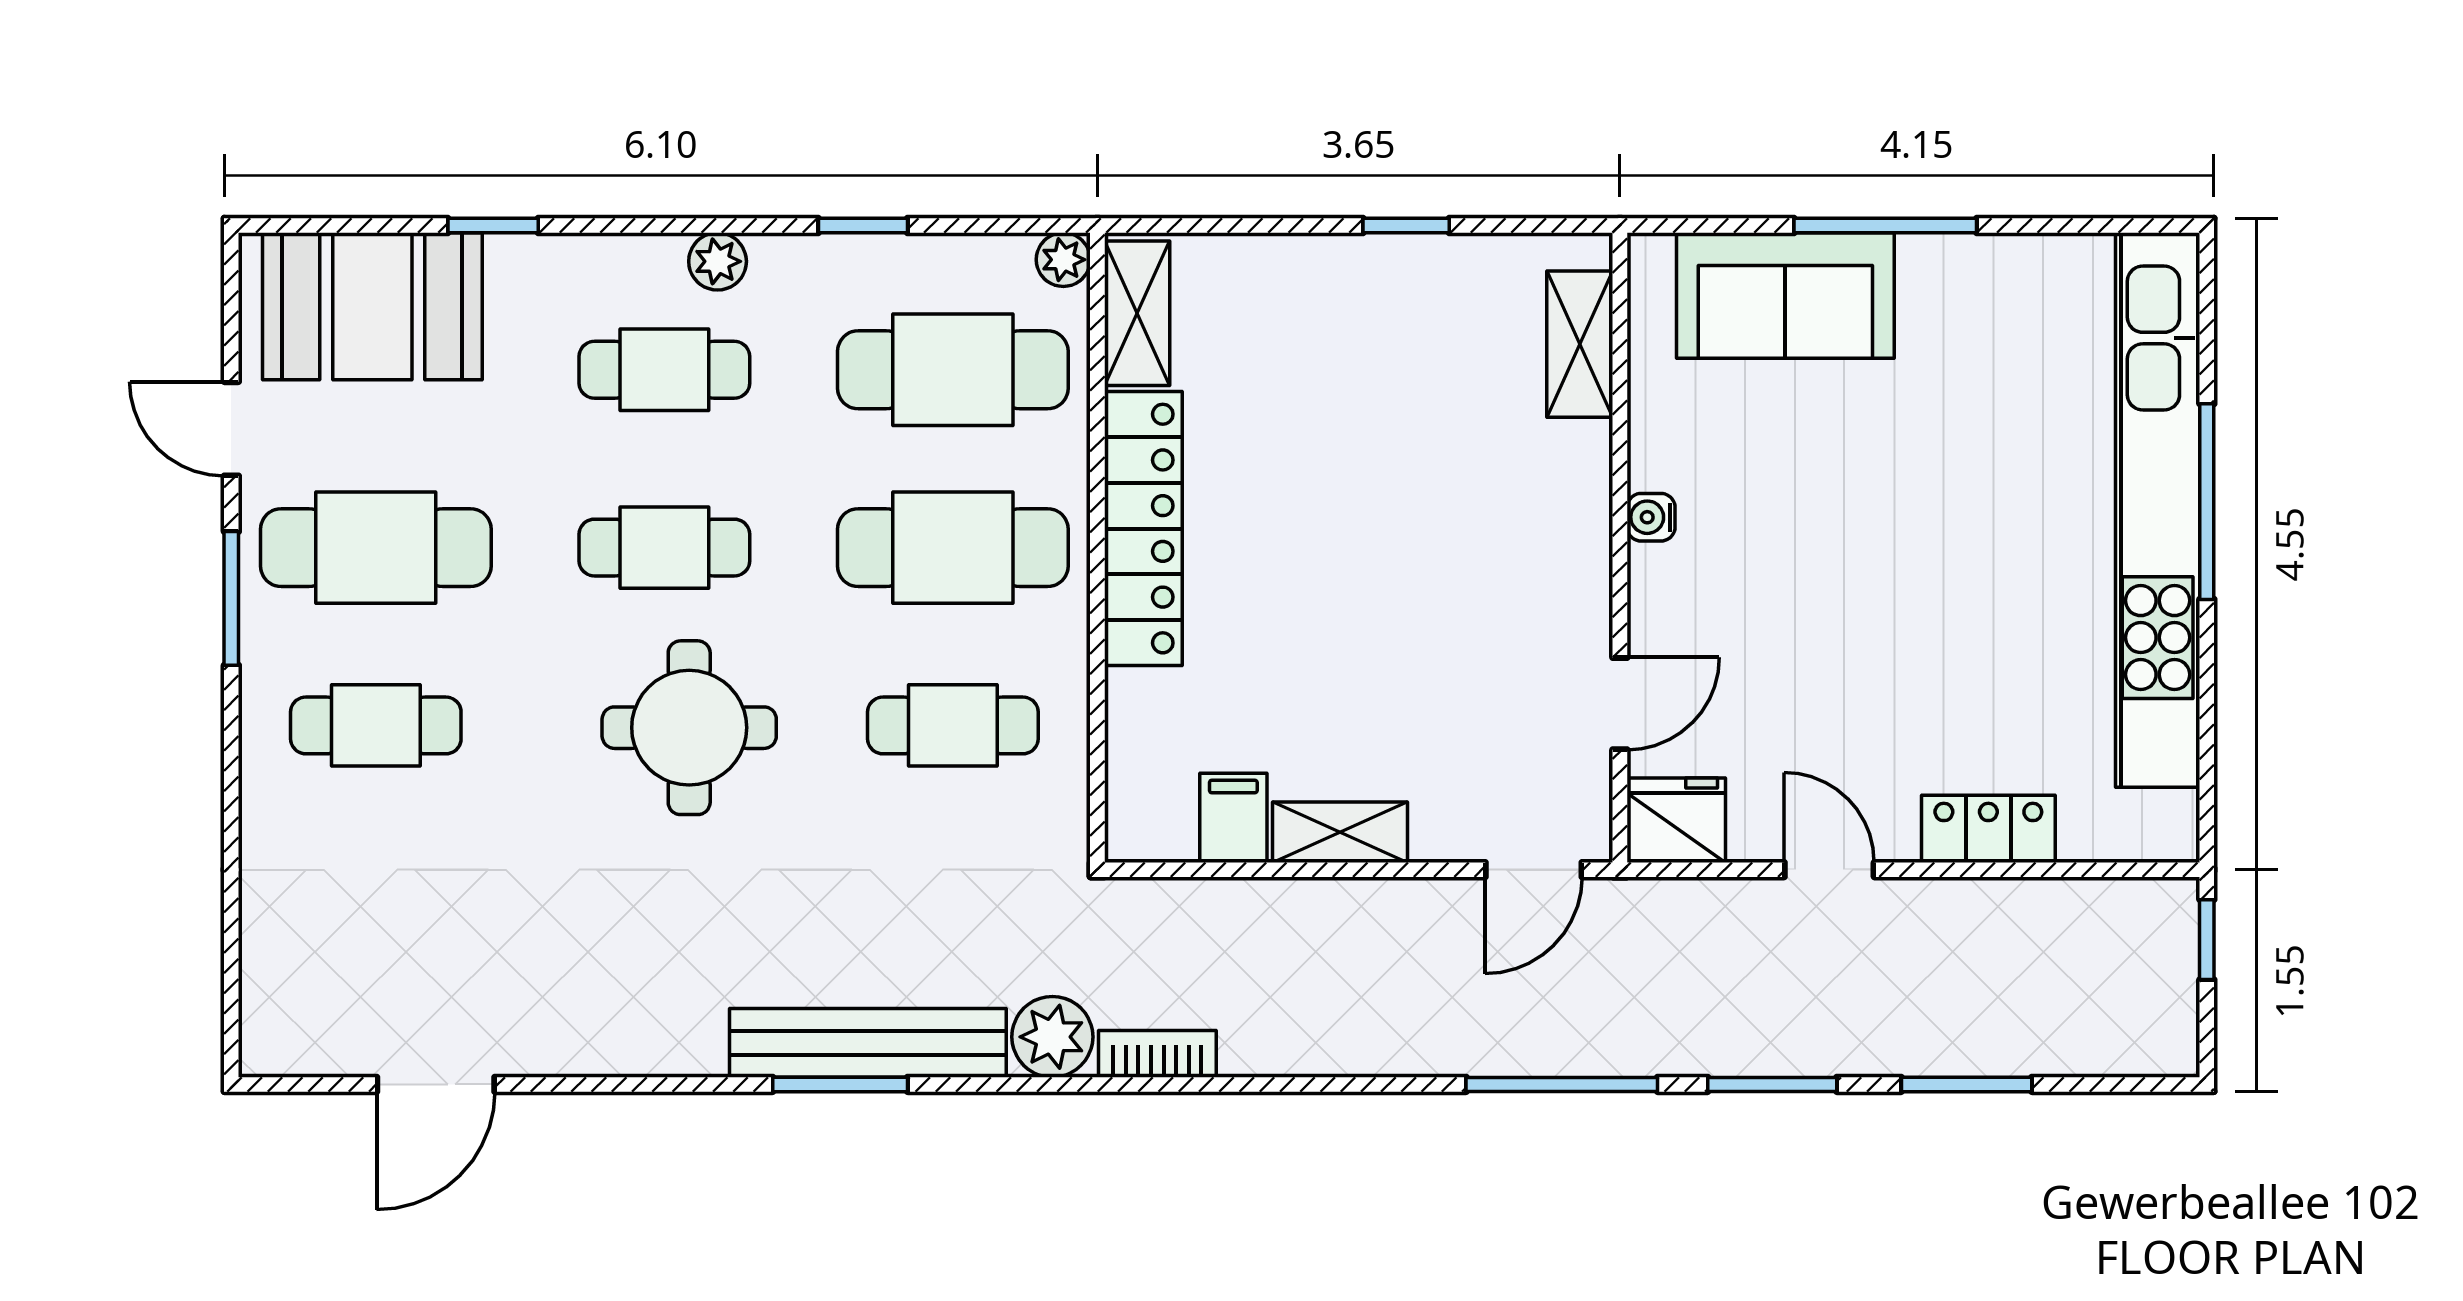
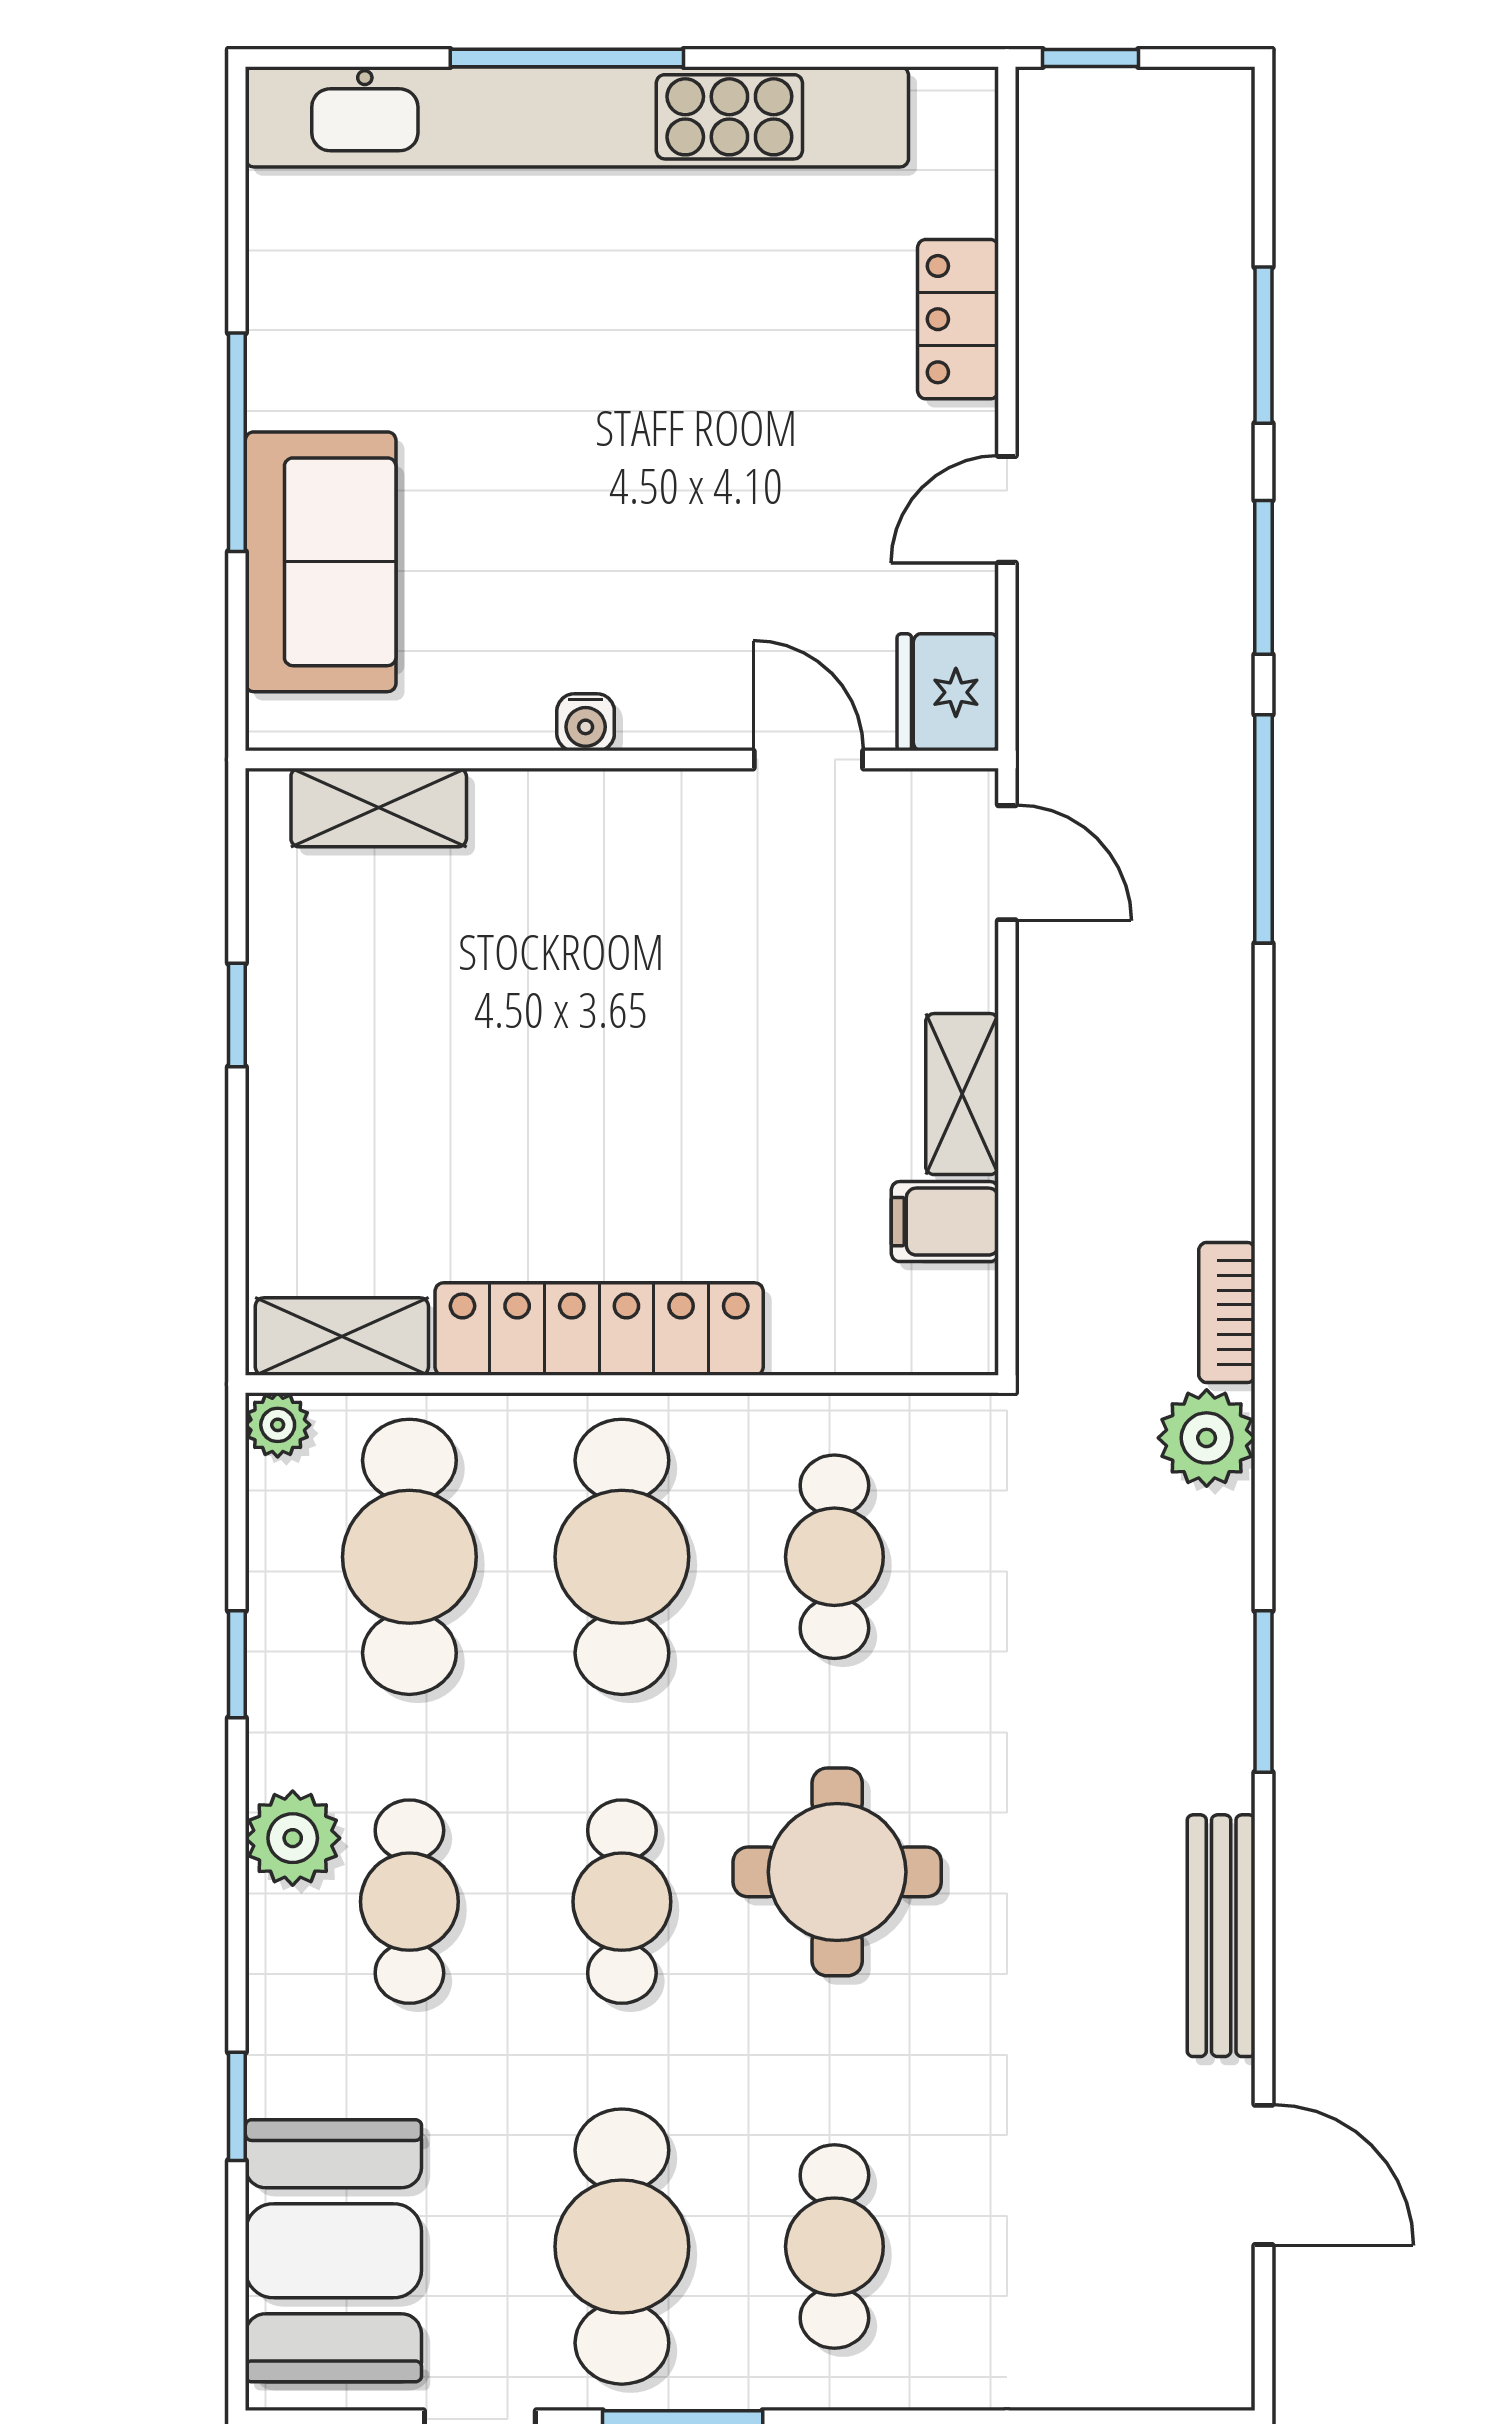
plant: (718, 261) -> (293, 1838), width x1.38, depth x1.38
bench: (868, 1043) -> (1221, 1936), moved, width x0.73, depth x0.82

